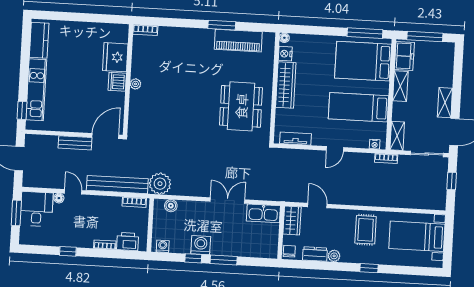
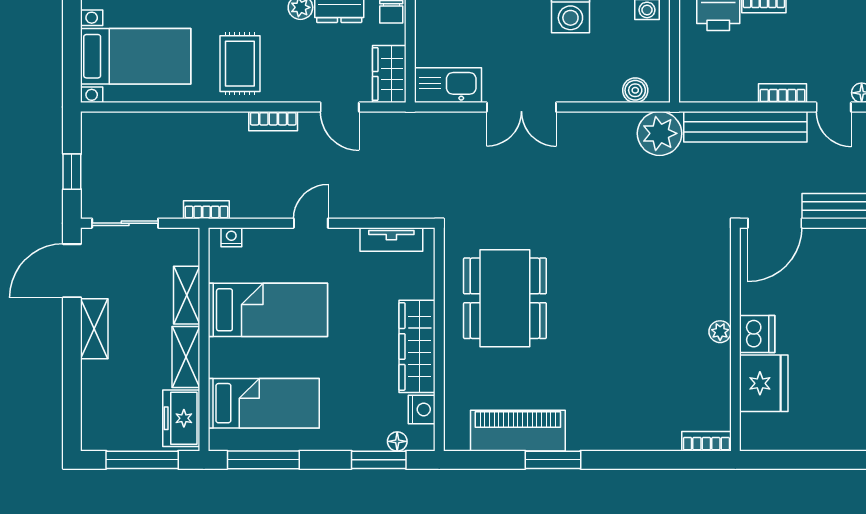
window: (308, 30) -> (379, 460), added
floor lamp: (284, 38) -> (397, 441), moved
bed: (363, 61) -> (264, 403), width x0.67
shelving: (397, 136) -> (187, 295), moved
bookcase: (351, 200) -> (273, 121), added
bookcase: (134, 202) -> (783, 93), moved

